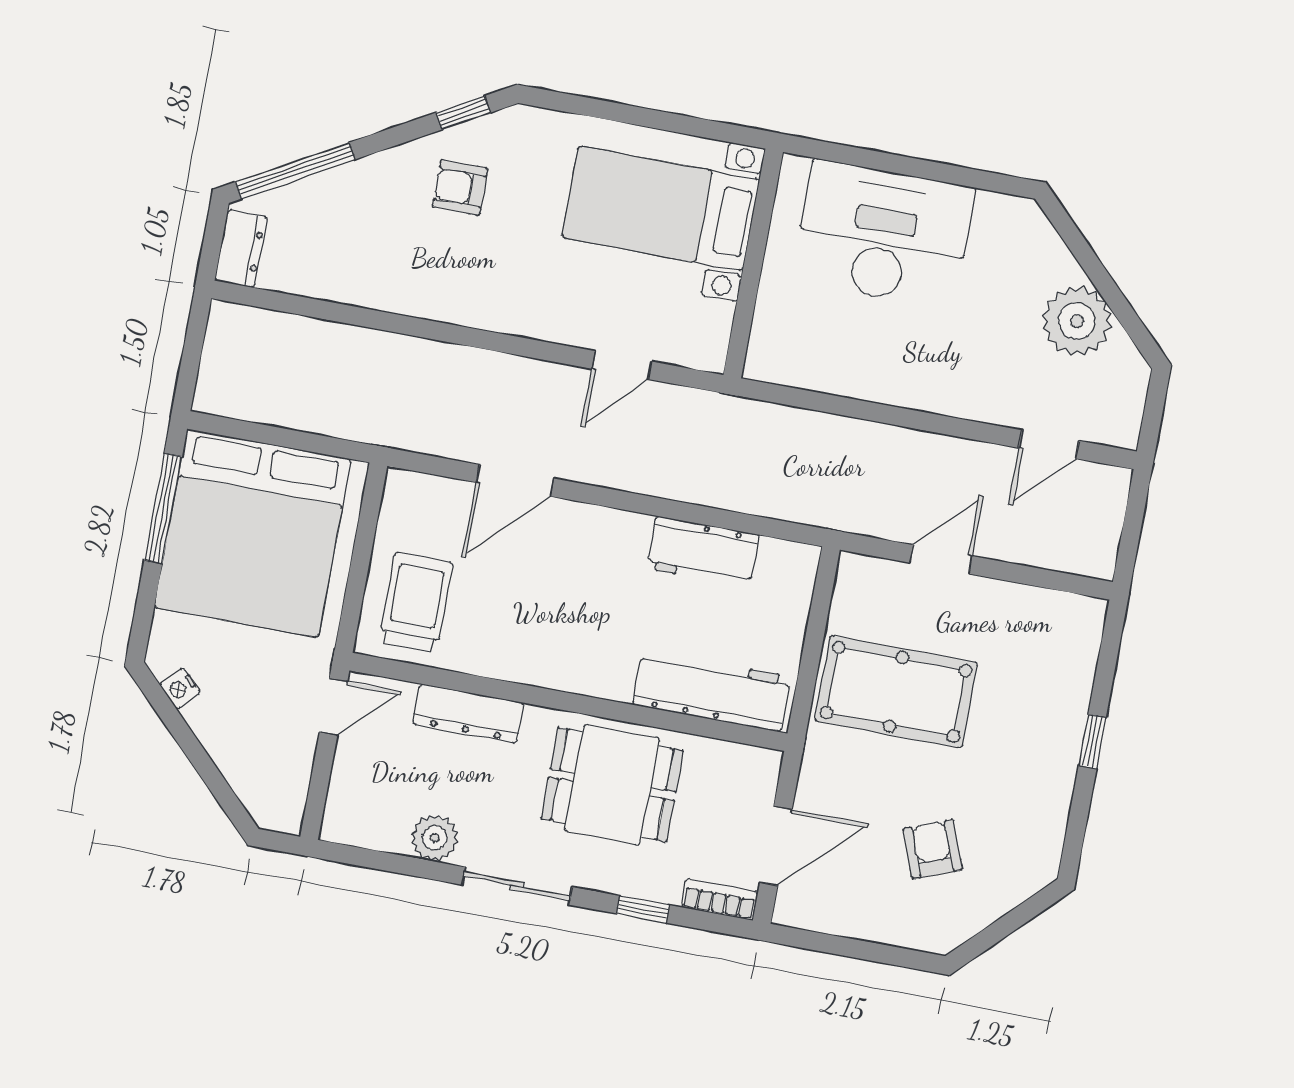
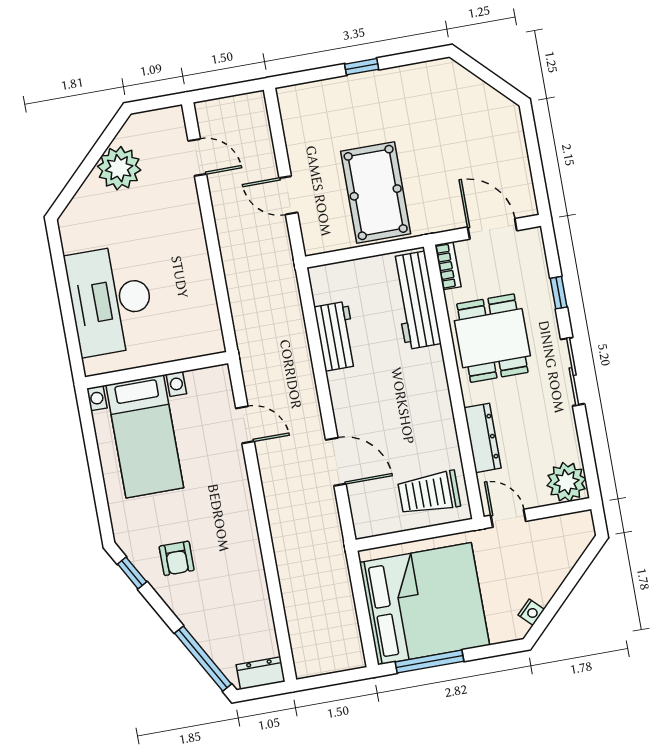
plant: (435, 838) -> (566, 482), moved, width x1.36, depth x1.36
armchair: (933, 849) -> (460, 136), removed
bookcase: (719, 900) -> (448, 266), moved, turned 180

